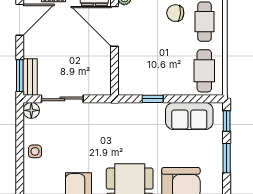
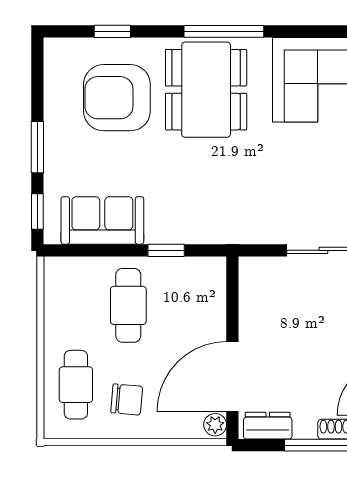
door: (115, 26) -> (232, 376), swing flipped
cafe table: (204, 71) -> (128, 305), moved

